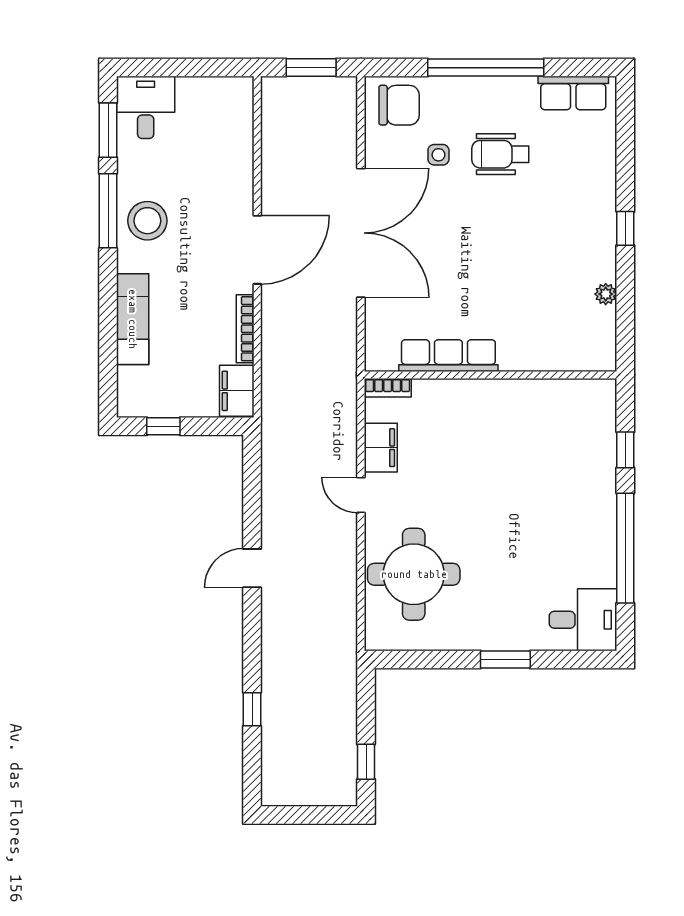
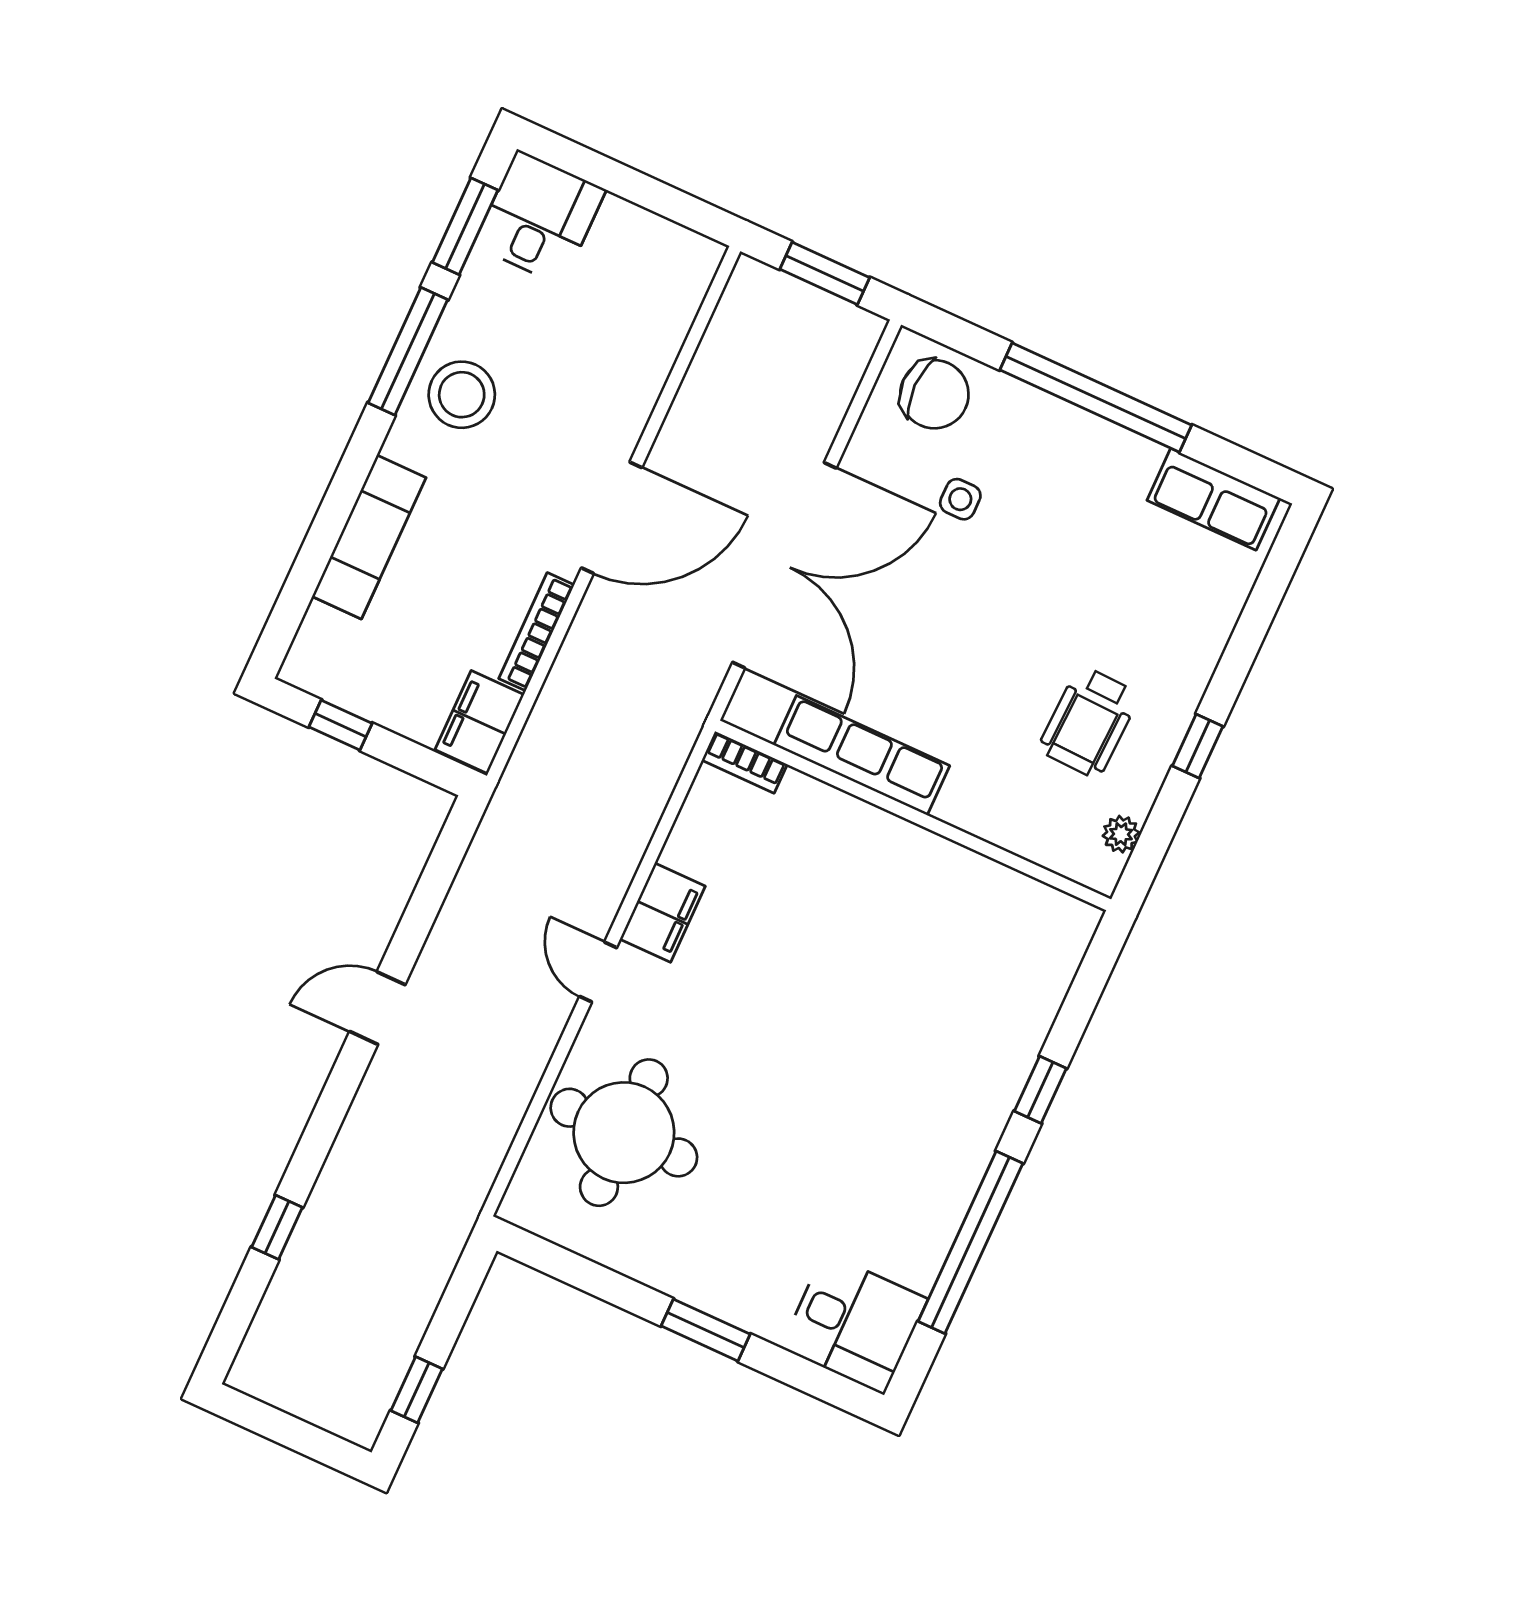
wheelchair: (500, 154) -> (1089, 722), moved, turned -88
row of seats: (448, 356) -> (862, 755), moved
wall: (490, 375) -> (913, 815), moved
bookcase: (388, 388) -> (745, 762), moved

